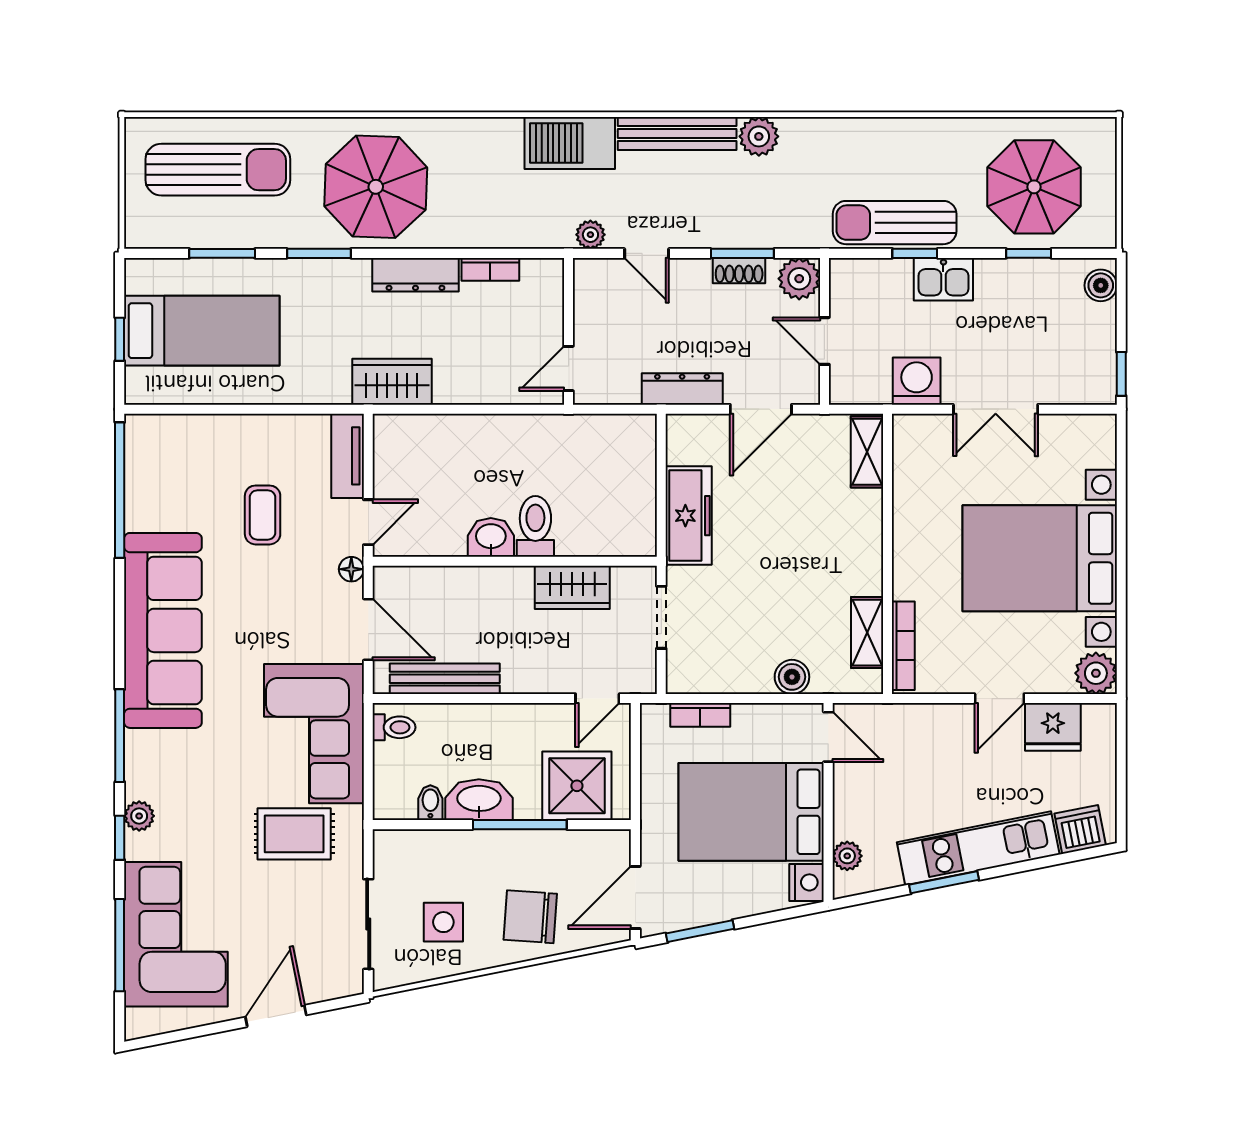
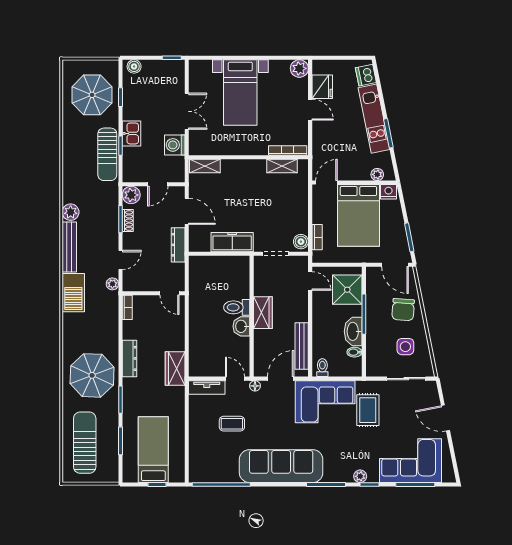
bookcase: (490, 269) -> (127, 307), moved
bed with nightstands: (1040, 558) -> (240, 92), width x0.73
wardrobe: (572, 587) -> (263, 313), moved
boiler: (792, 677) -> (301, 242), moved

